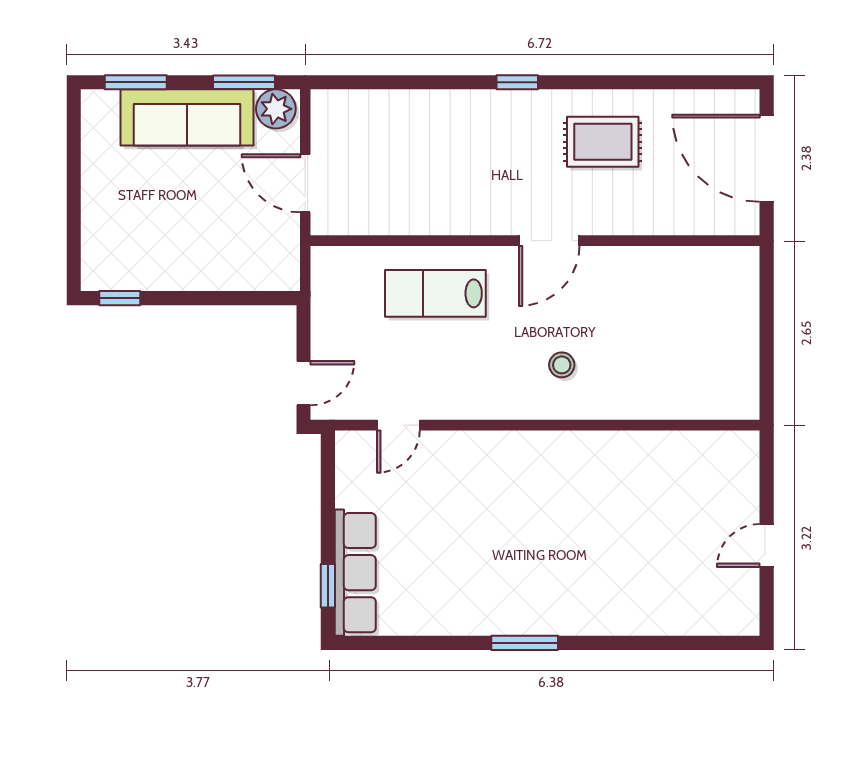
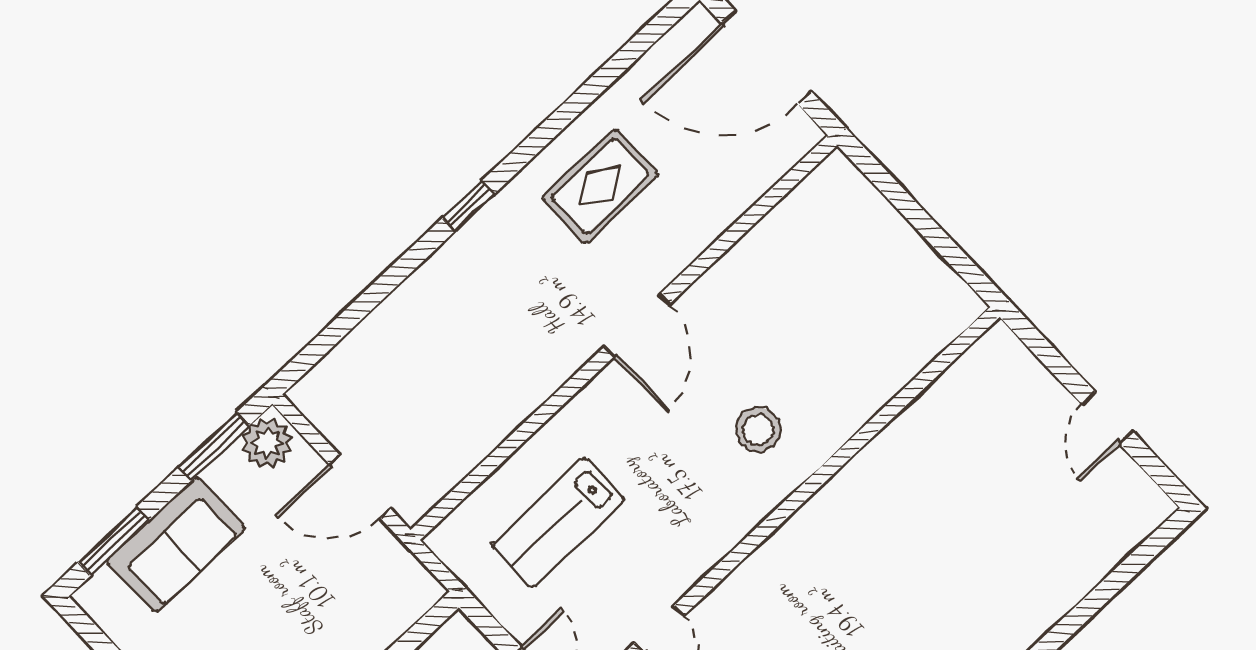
sofa: (187, 117) -> (176, 545), width x0.73
lab bench: (435, 293) -> (558, 523), moved
stool: (562, 365) -> (758, 430), width x1.37, depth x1.37

